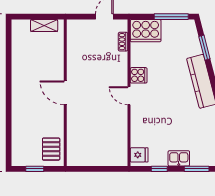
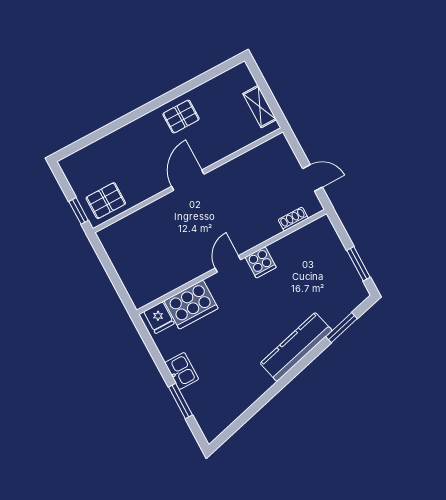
window: (171, 17) -> (358, 264), width x0.69
cooker: (146, 31) -> (191, 305), moved, turned -90
pallet: (25, 76) -> (181, 117), added
window: (35, 169) -> (79, 211), moved
window: (159, 169) -> (155, 353), removed

